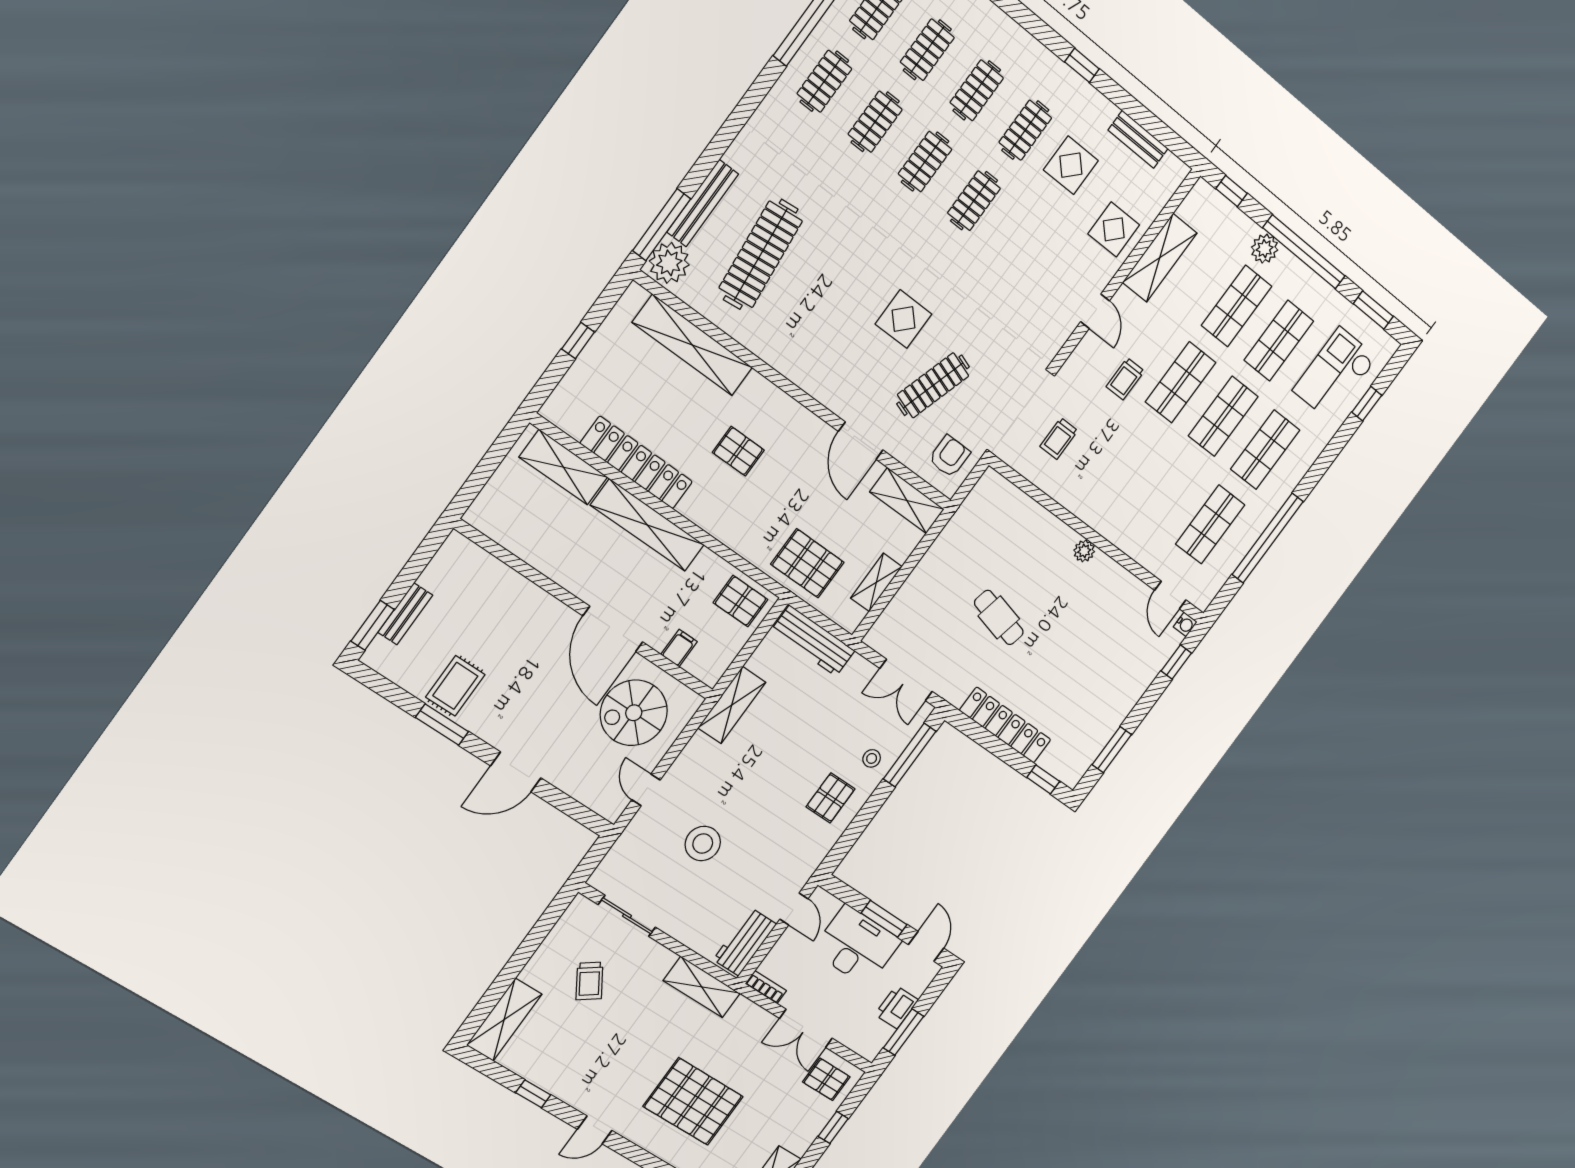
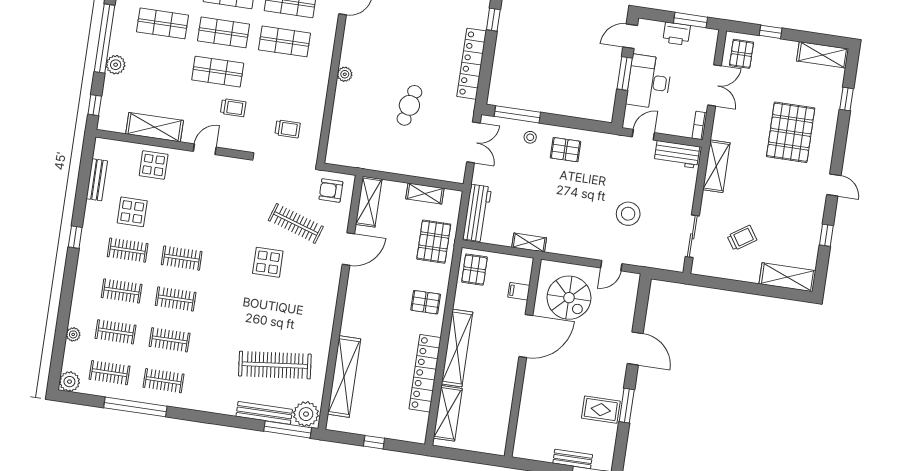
shop shelf: (1237, 306) -> (284, 41), moved
pallet: (738, 451) -> (426, 302), moved, turned 90
shelving: (732, 705) -> (529, 243), width x0.67, depth x0.75

